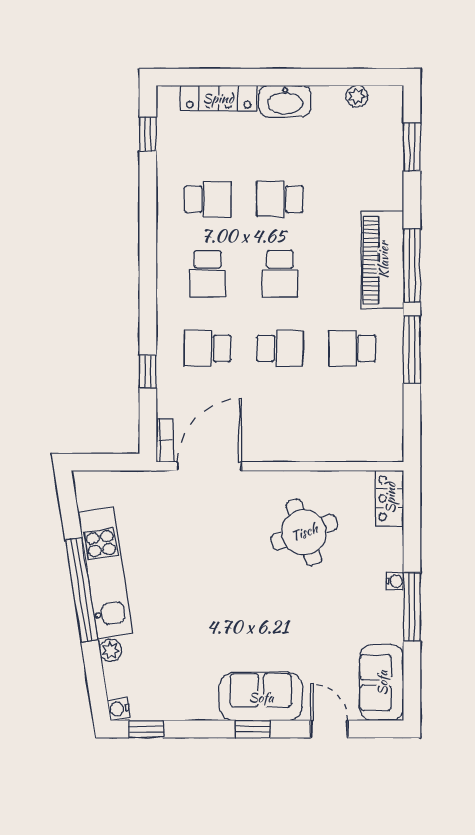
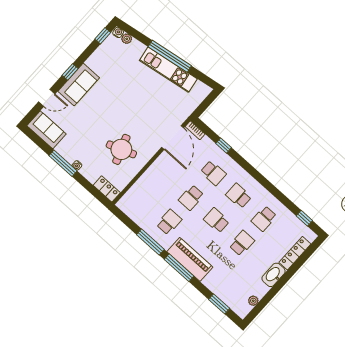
school desk: (208, 348) -> (213, 173), turned 90
plant: (111, 650) -> (127, 39), moved

